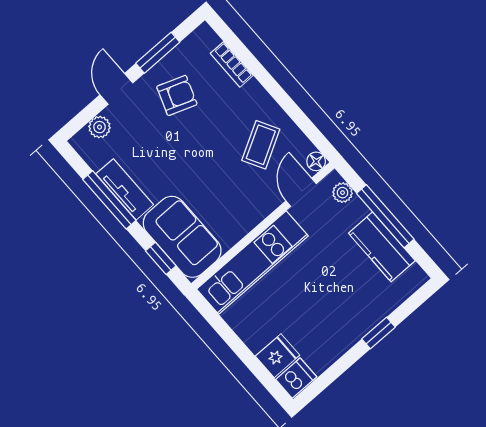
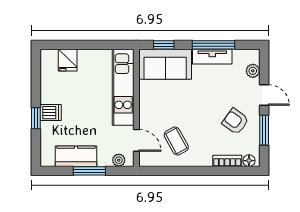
armchair: (177, 95) -> (235, 121), turned 106
floor lamp: (316, 161) -> (249, 161), moved
window: (385, 216) -> (89, 171), width x0.69
dishwasher: (296, 378) -> (51, 113), moved, turned -90

